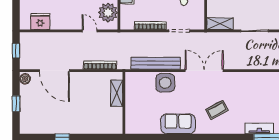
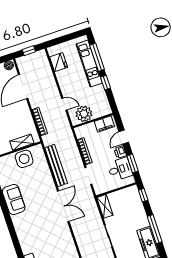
door: (90, 31) -> (64, 104), hinge flipped
side table: (165, 83) -> (24, 159), moved
coffee table: (217, 110) -> (35, 227), removed

